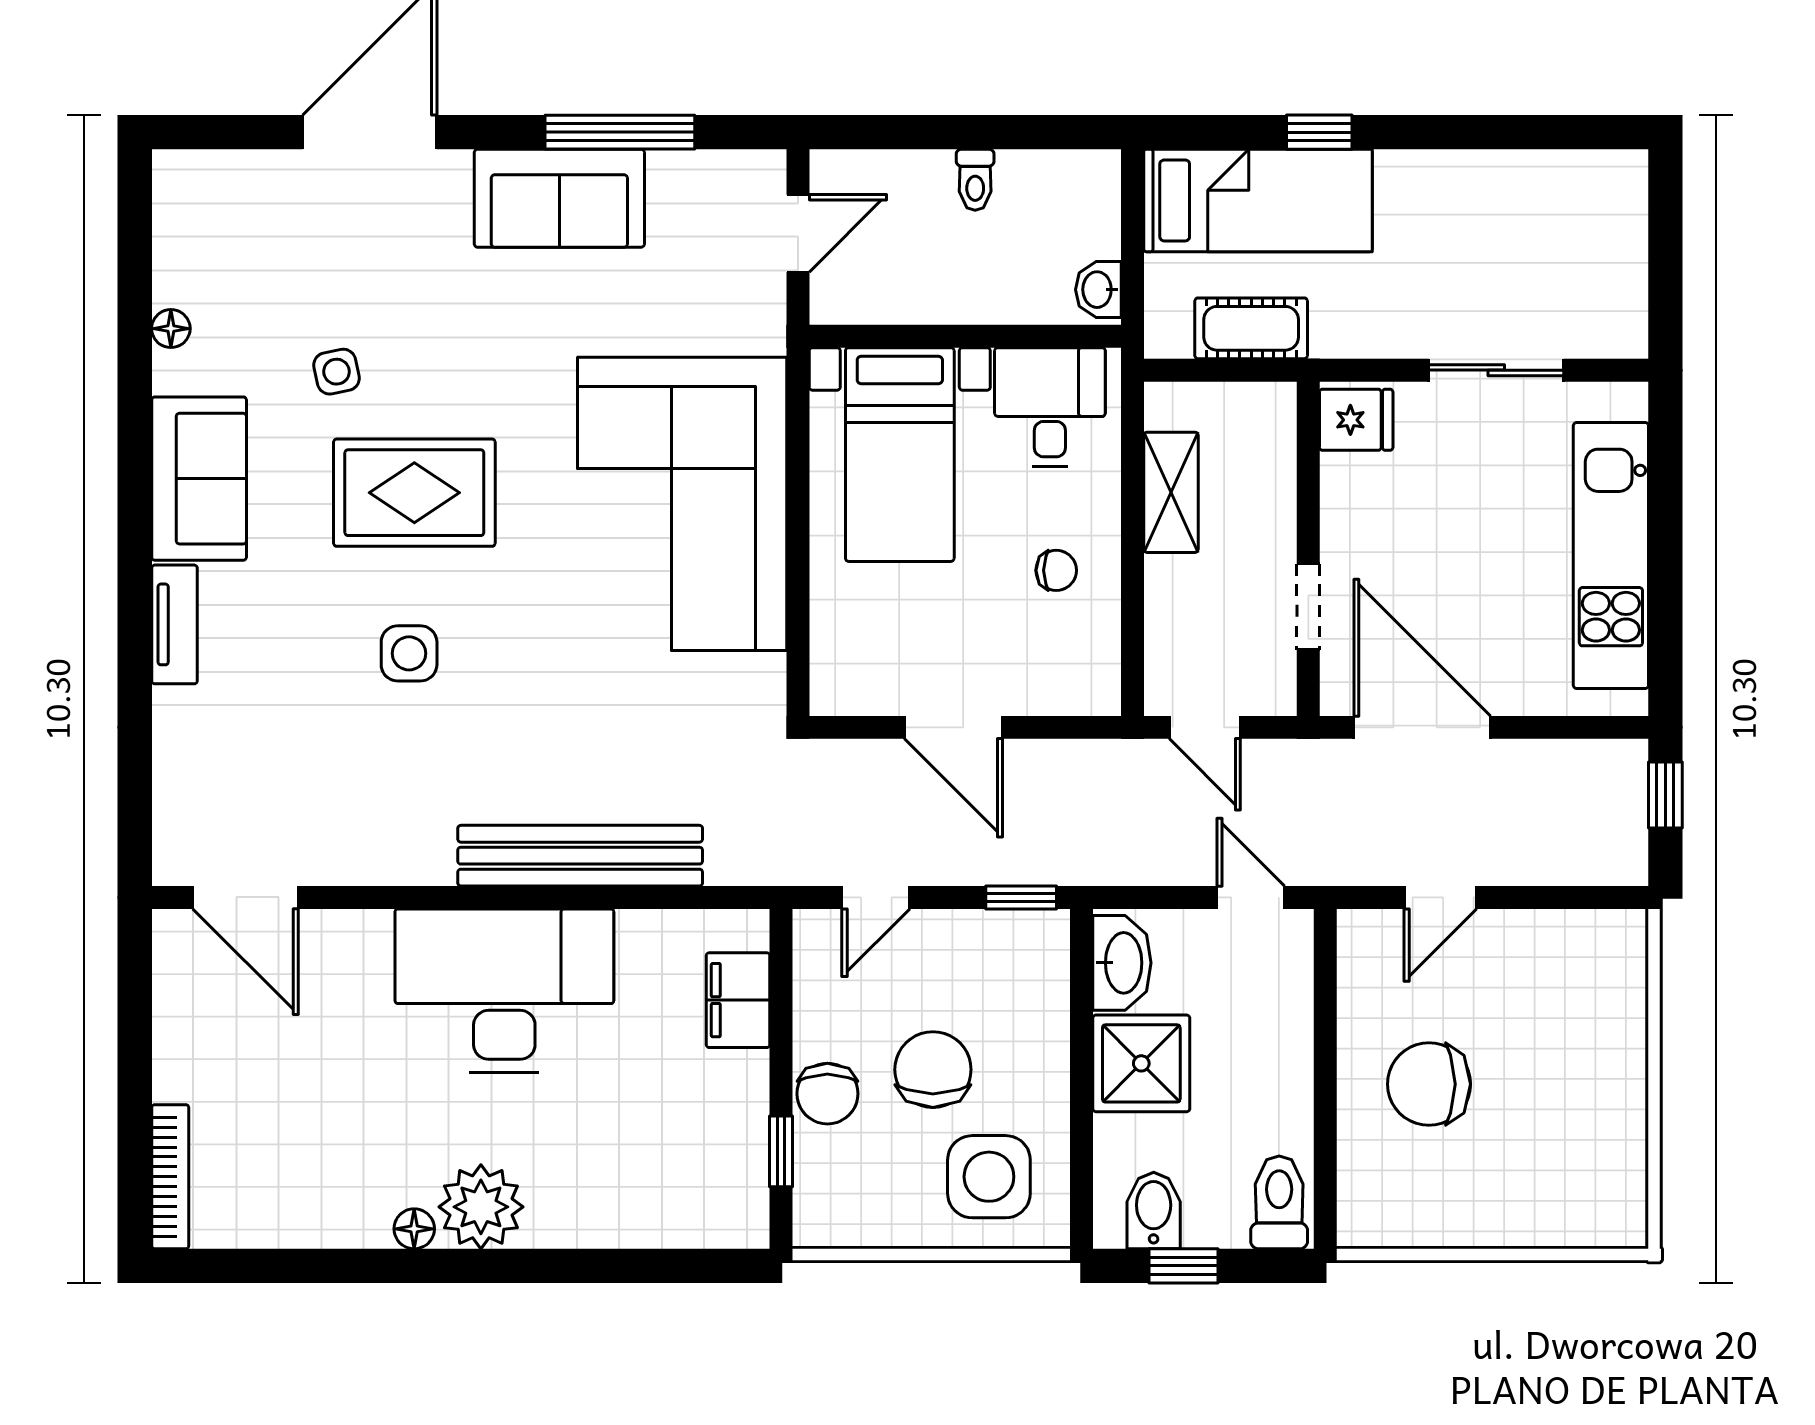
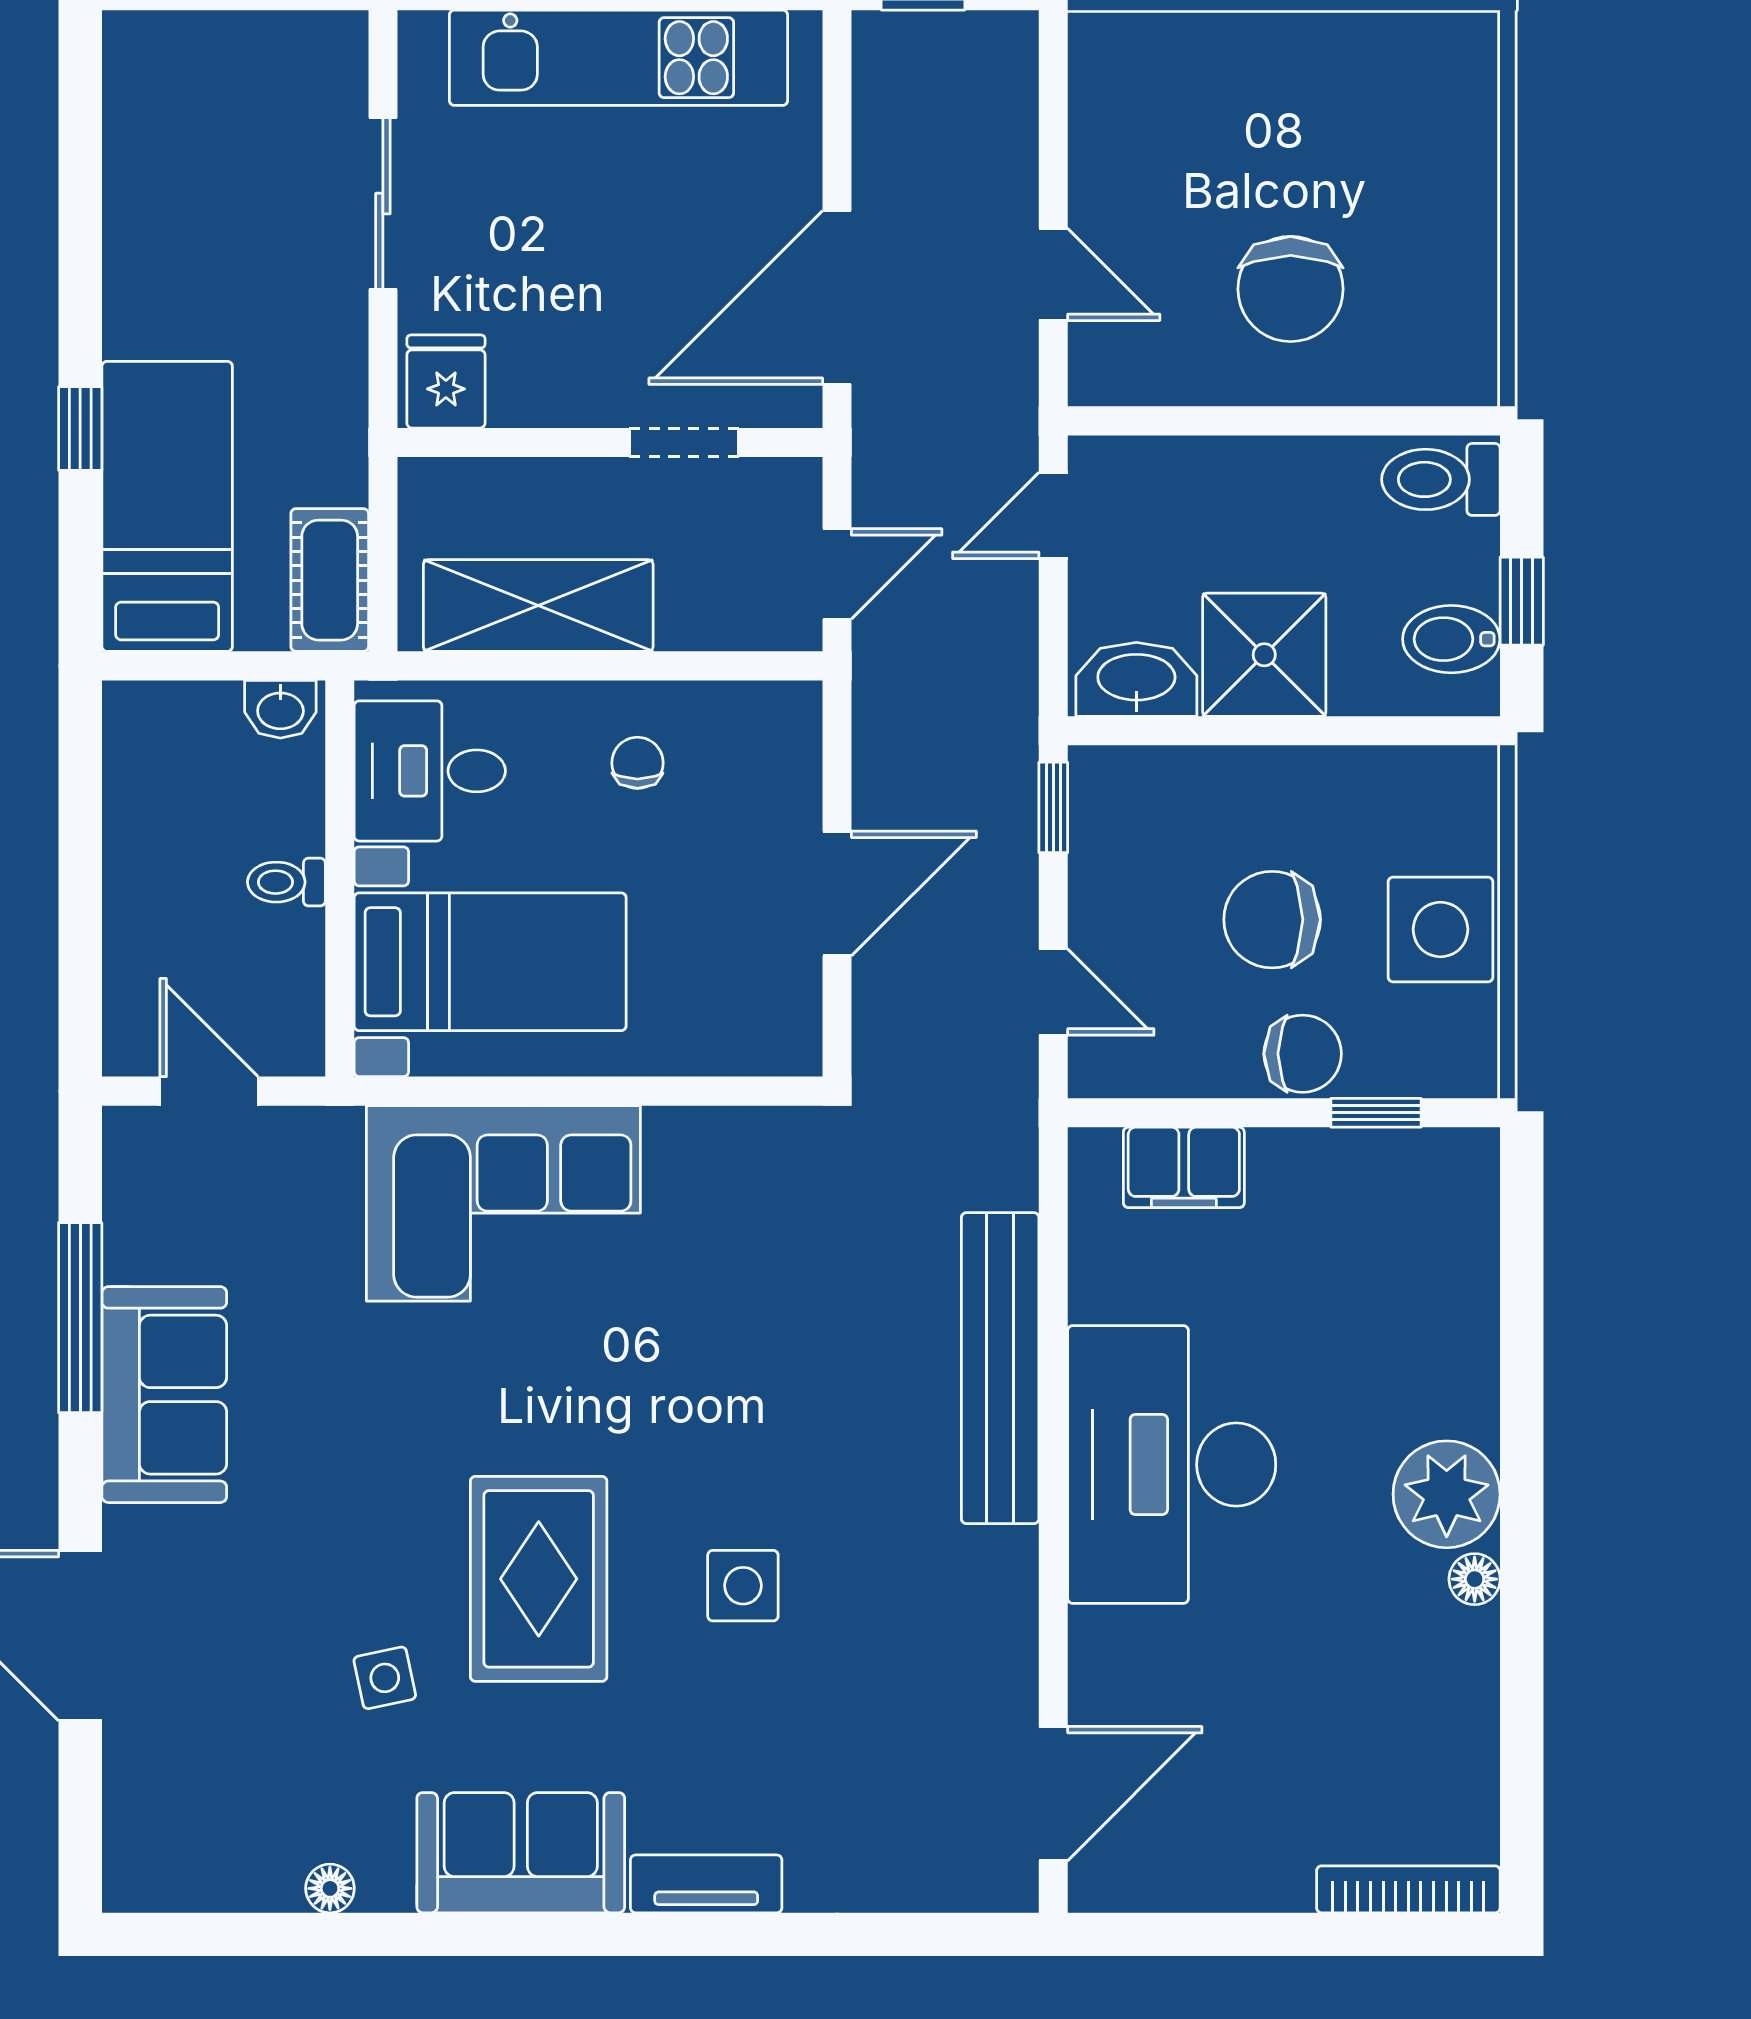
toilet: (975, 180) -> (286, 882), moved, turned 180
cot: (1251, 328) -> (330, 580), moved
shelving: (1171, 492) -> (538, 606), width x1.50, depth x1.33
corner sofa: (682, 504) -> (503, 1203), width x0.73, depth x0.74
side table: (989, 1177) -> (1440, 929), moved

